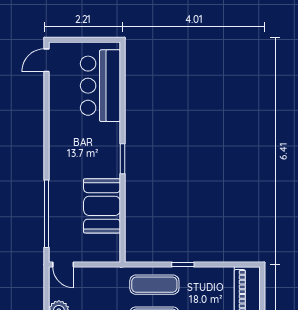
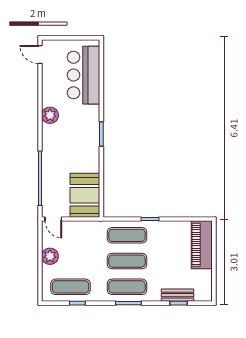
door: (46, 60) -> (40, 55), hinge flipped
plant: (59, 136) -> (50, 115), added
booth: (102, 206) -> (85, 195), moved

